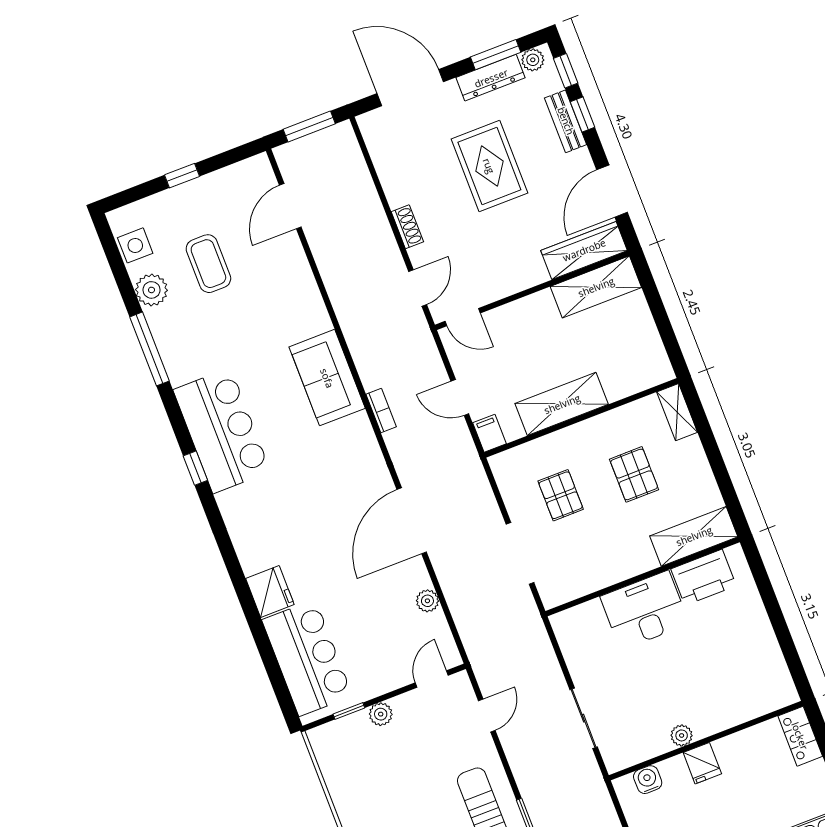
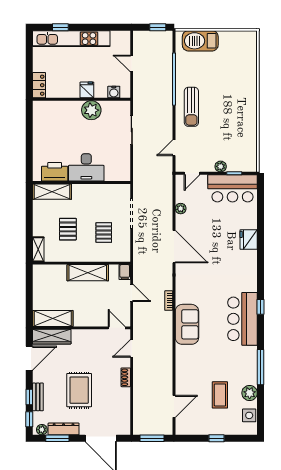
door: (412, 521) -> (174, 247), hinge flipped
bar counter: (307, 658) -> (233, 188), moved, turned -90
plant: (682, 735) -> (91, 110), width x1.88, depth x1.88

